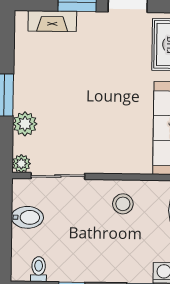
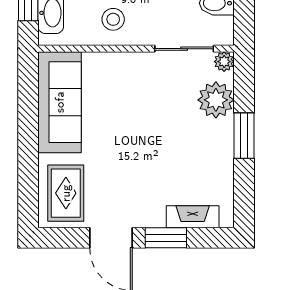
plant: (25, 124) -> (216, 100), width x1.36, depth x1.36

